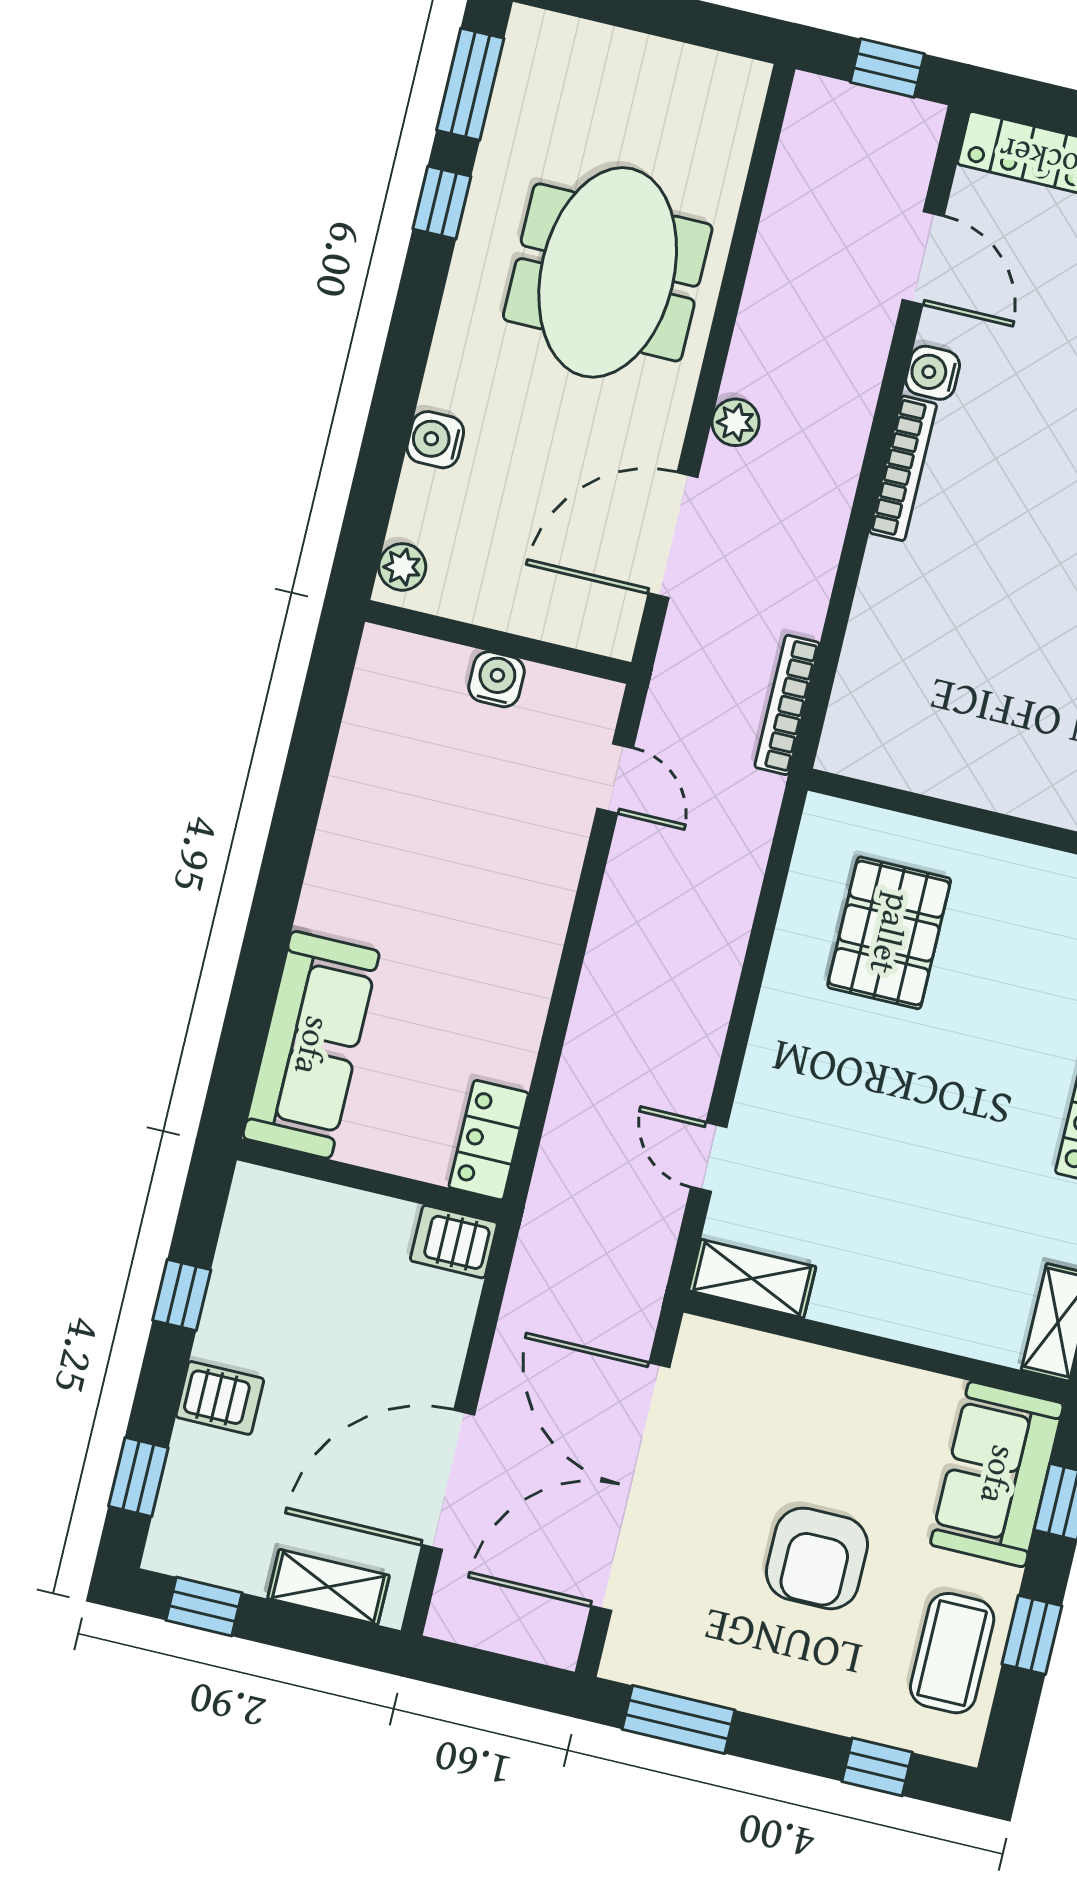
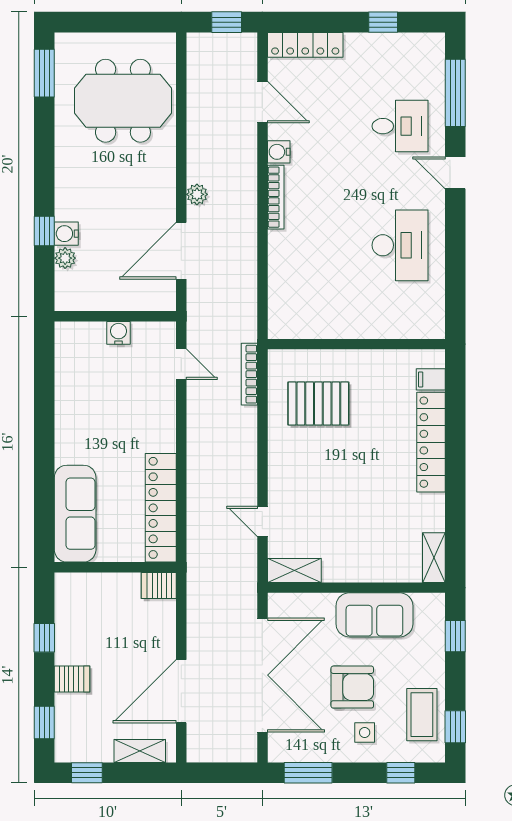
window: (442, 203) -> (44, 231), moved
meeting table: (608, 272) -> (123, 101), moved, turned 90
plant: (402, 567) -> (65, 258), moved
bookcase: (787, 705) -> (249, 374), moved
pallet: (889, 933) -> (318, 404), turned 90
locker: (489, 1140) -> (161, 508), width x2.16, depth x1.21
sofa: (997, 1474) -> (374, 615), moved, turned -90
double door: (630, 1487) -> (262, 675), swing flipped
armchair: (817, 1558) -> (352, 687), turned -90
window: (1032, 1635) -> (455, 727), moved
side table: (820, 1662) -> (365, 732), added

